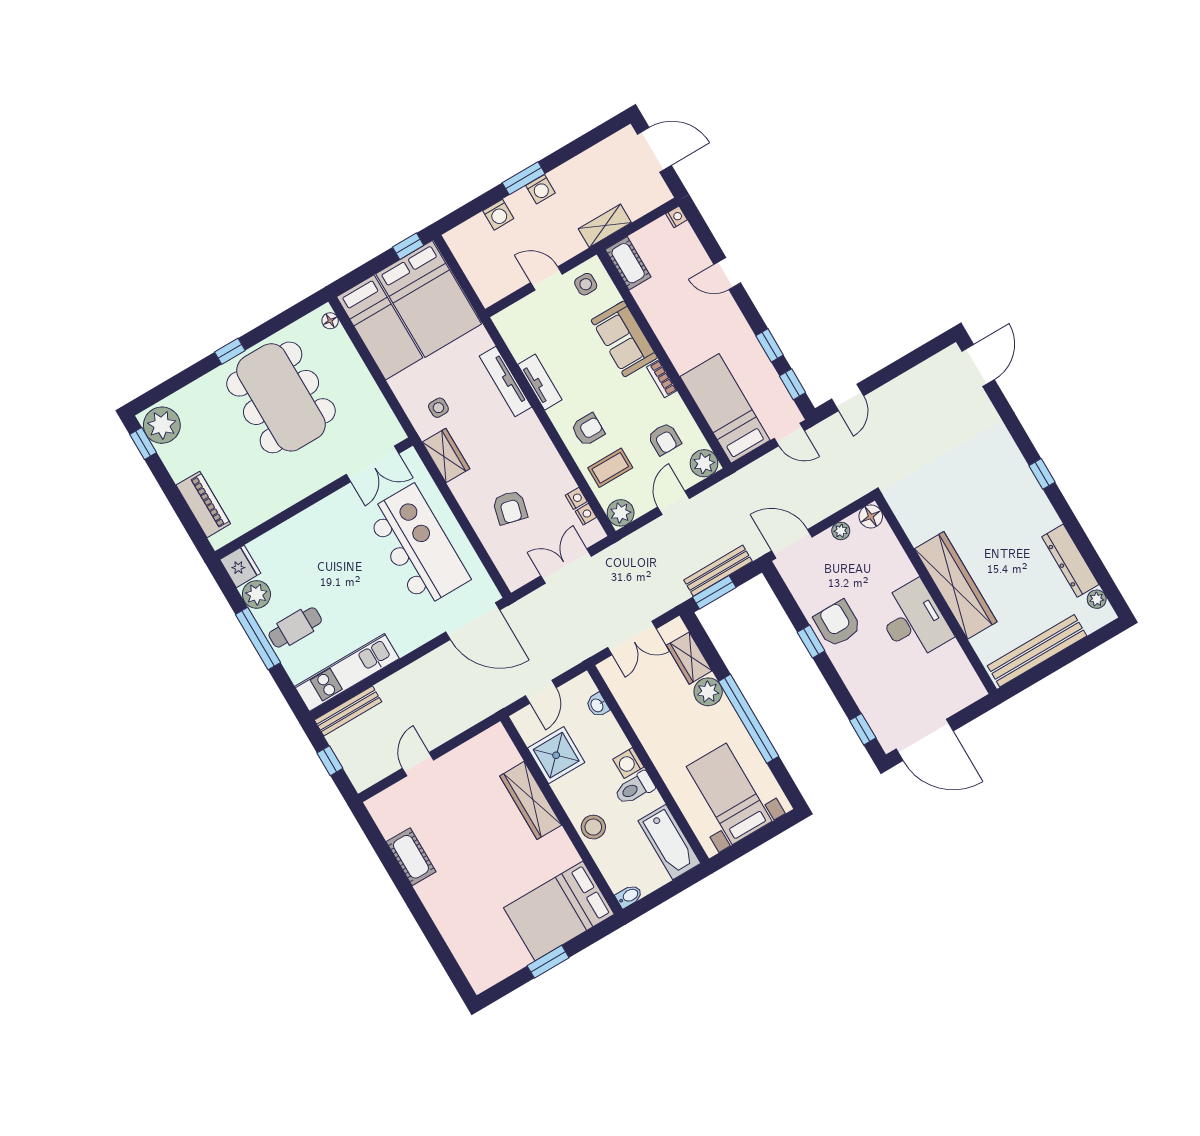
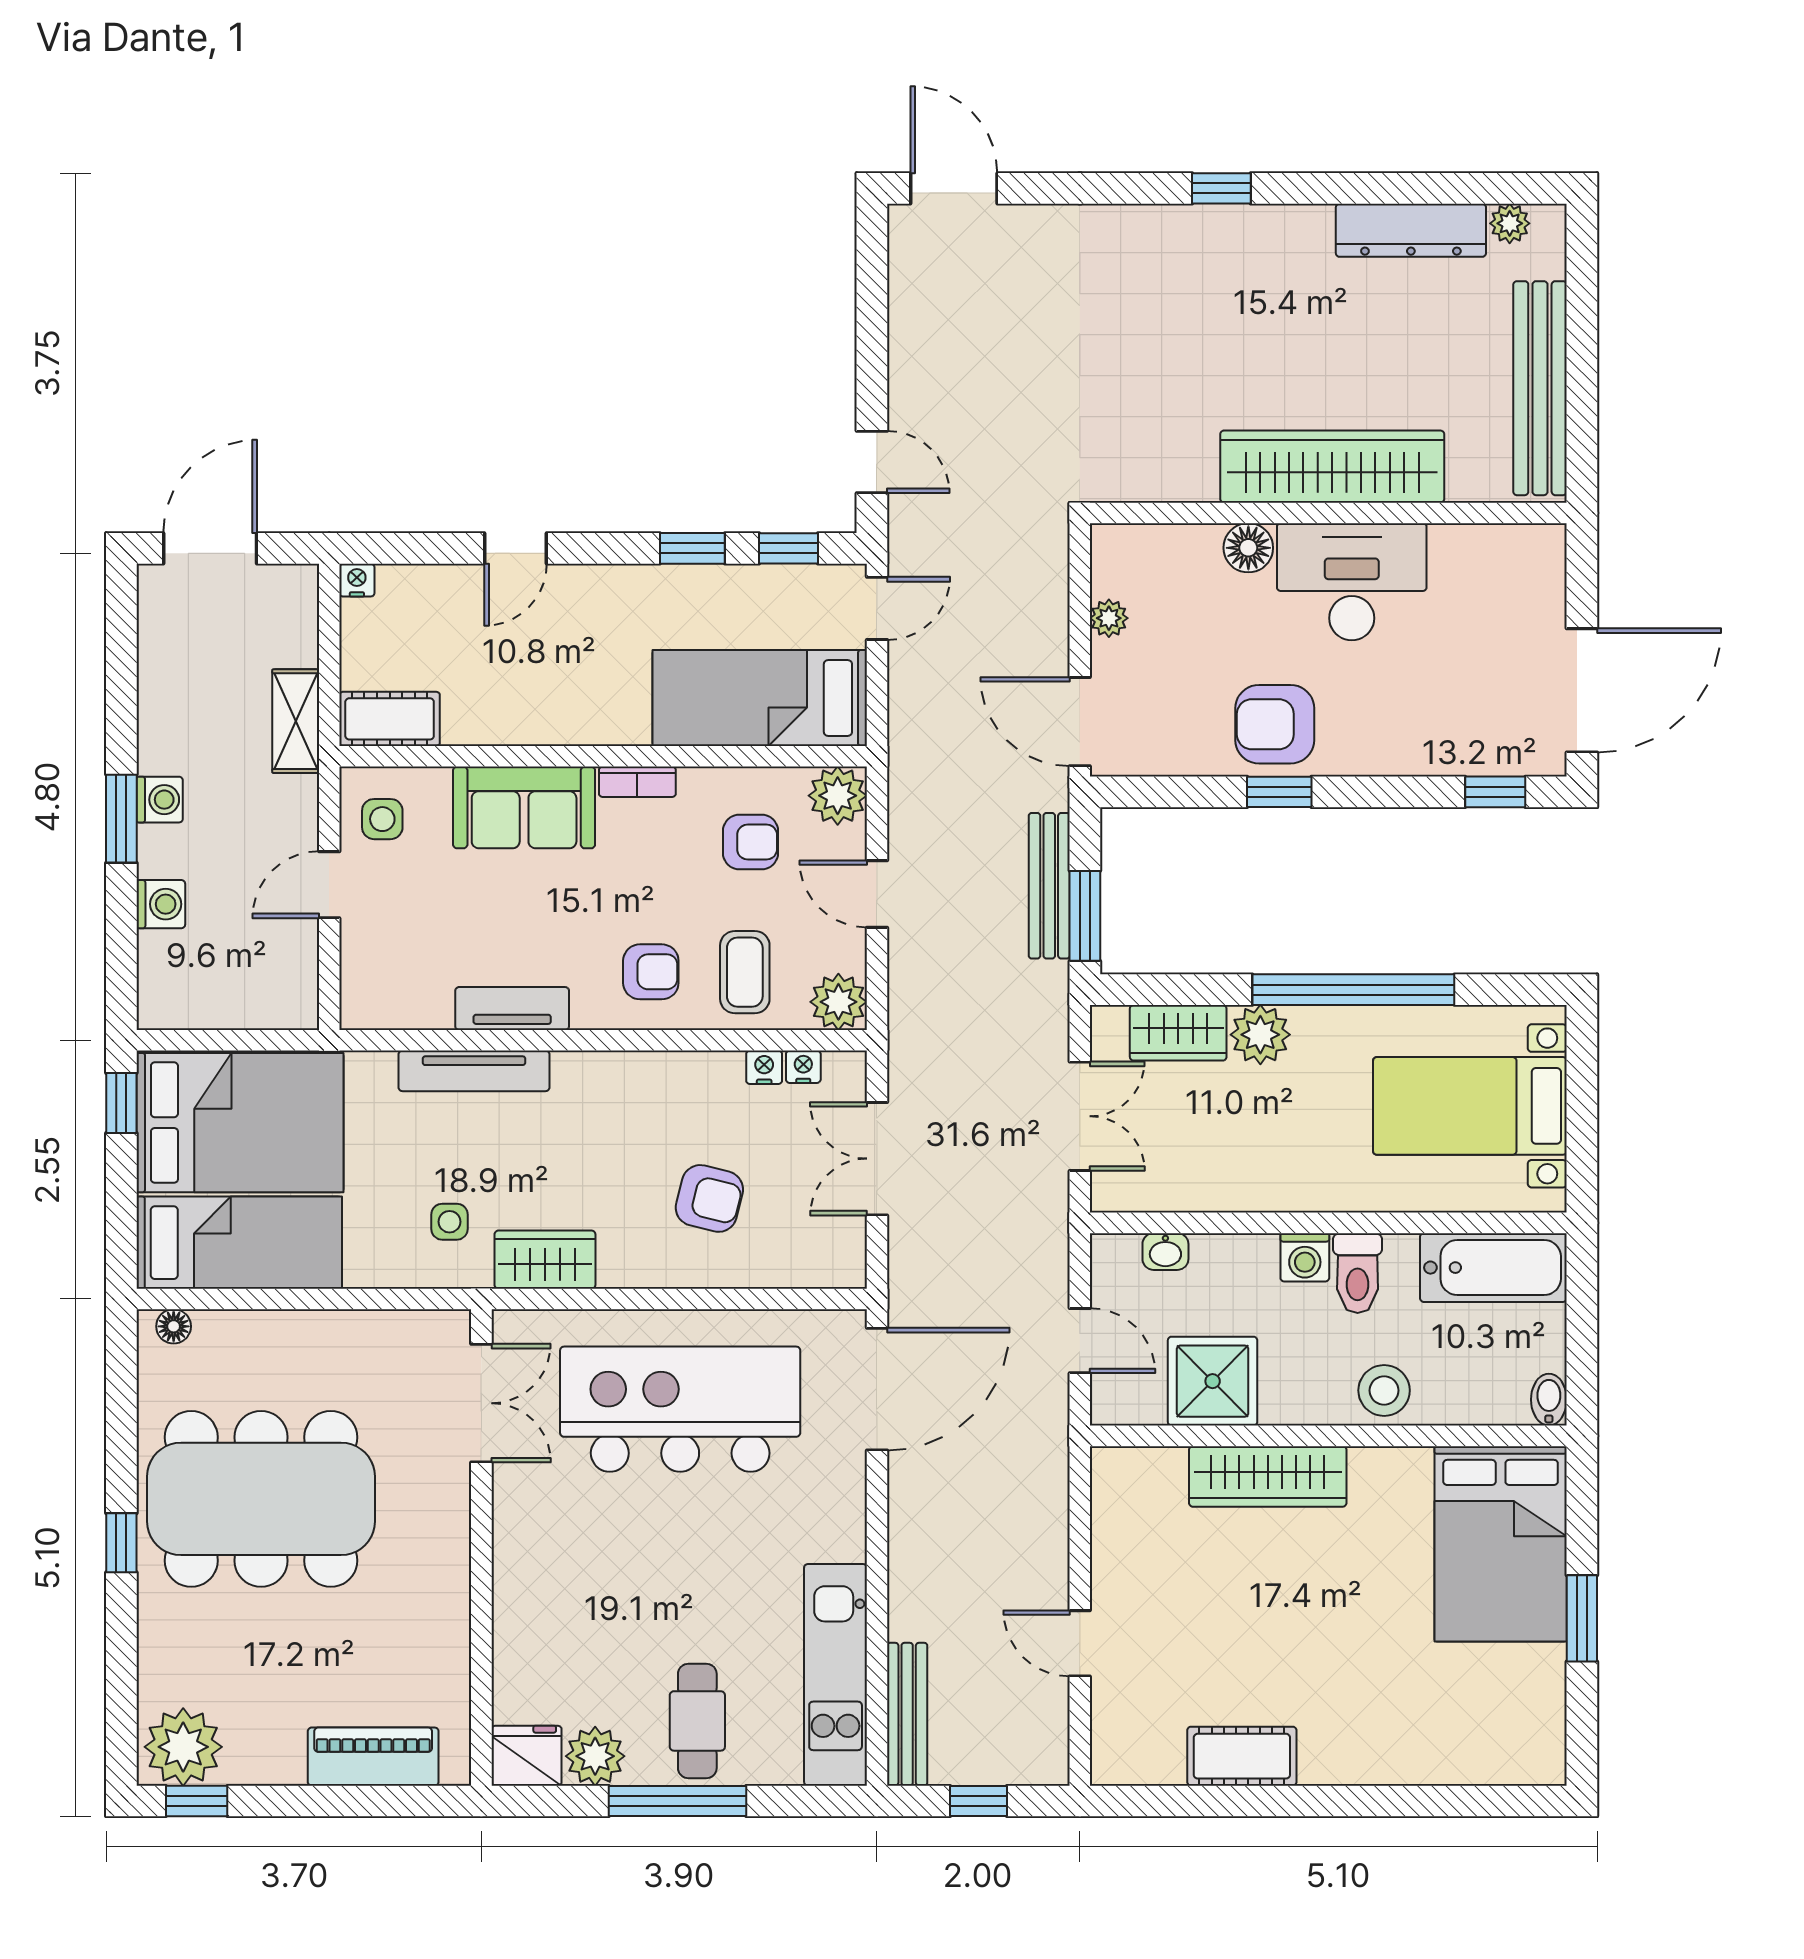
armchair: (588, 430) -> (651, 972), turned 90
floor lamp: (871, 516) -> (1248, 548), moved
door: (792, 544) -> (1080, 722), hinge flipped

